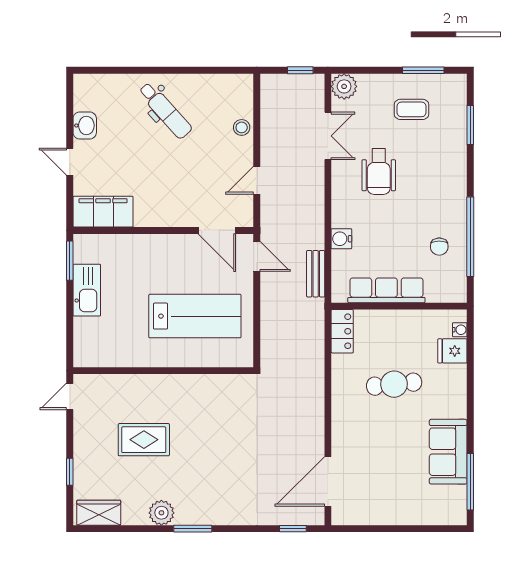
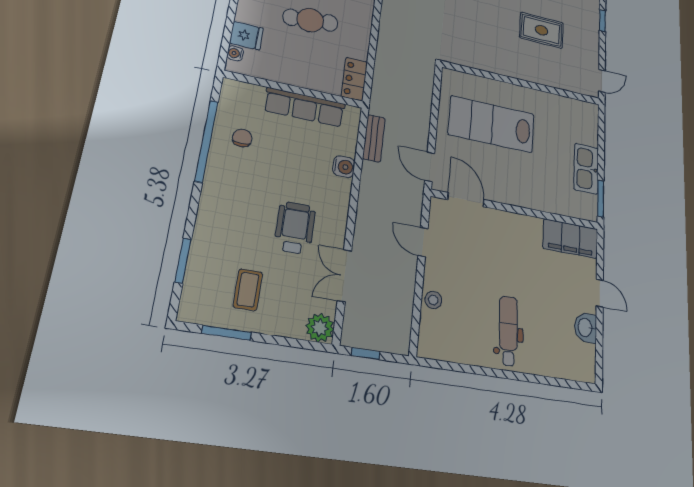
coffee table: (411, 109) -> (248, 290), turned 90
dental chair: (165, 110) -> (508, 331), turned 39
door: (257, 180) -> (423, 242), swing flipped

